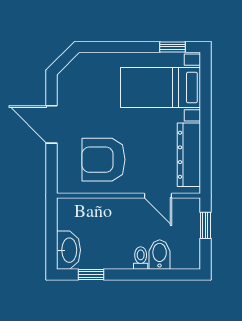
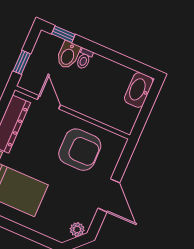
plant: (69, 74) -> (77, 230), added
window: (91, 275) -> (63, 34), moved

